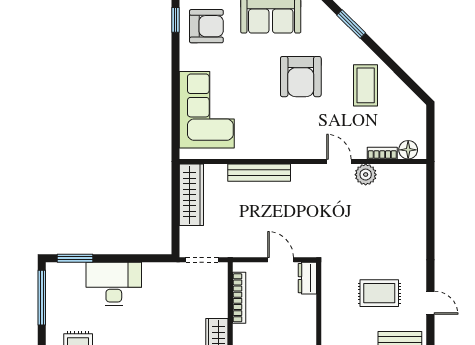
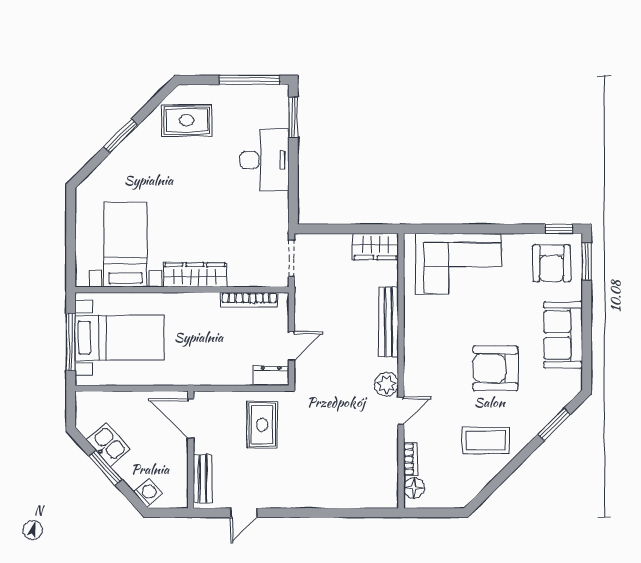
plant: (366, 175) -> (386, 384), moved
wardrobe: (191, 195) -> (375, 247), width x0.67
rug: (379, 293) -> (262, 425), moved

